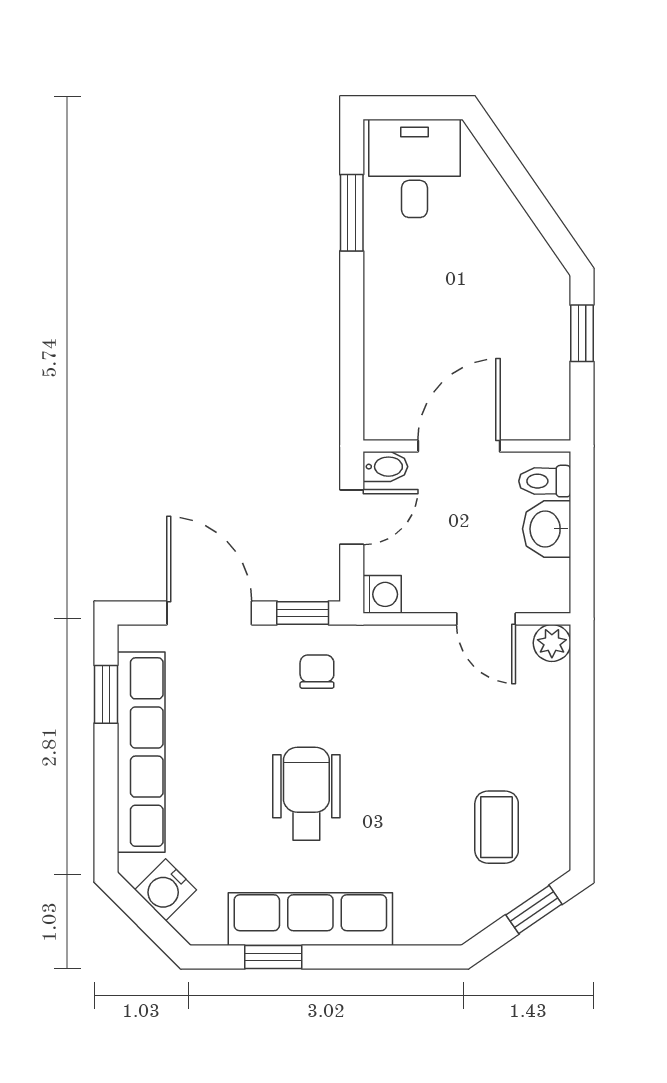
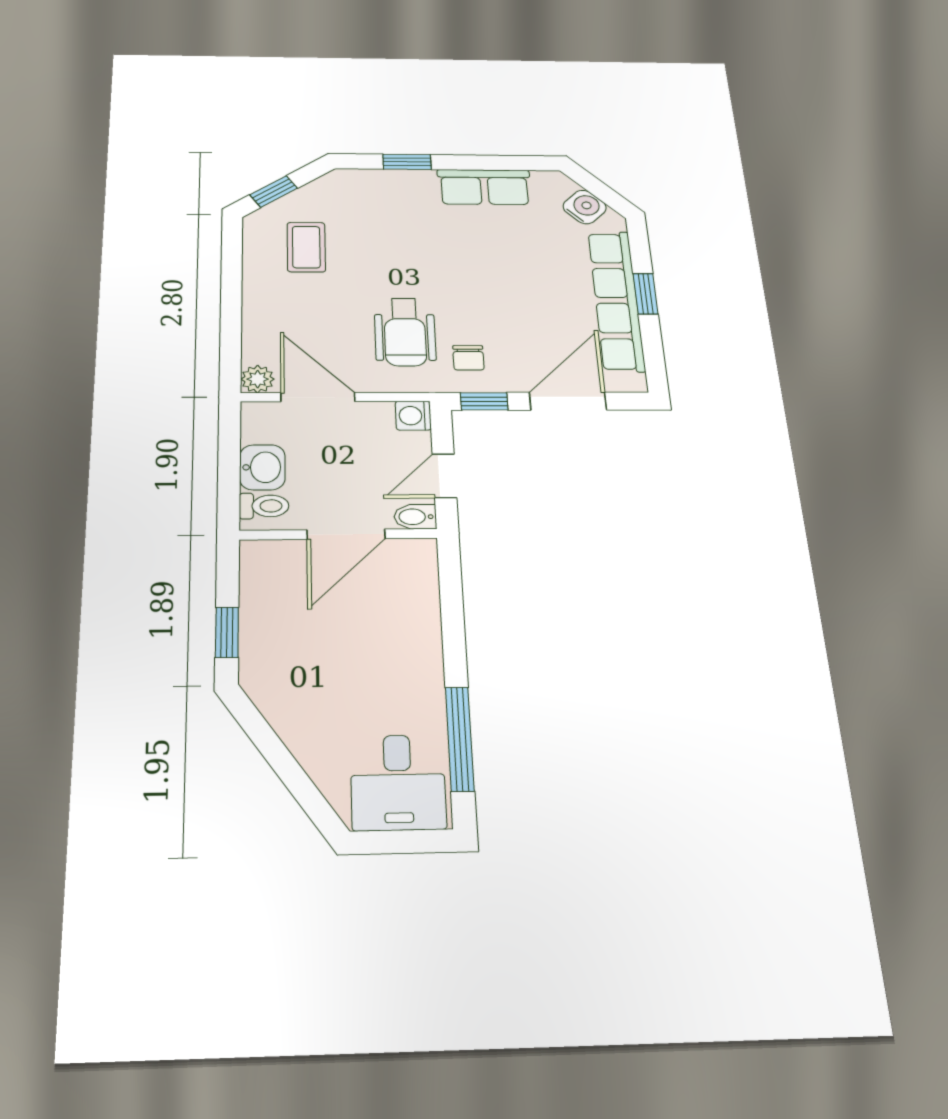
window: (352, 213) -> (460, 739), width x1.44
door: (209, 613) -> (568, 401), swing flipped
door: (486, 619) -> (318, 397), width x1.38
window: (106, 694) -> (646, 294), moved
wheelchair: (306, 794) -> (405, 332), moved
row of seats: (310, 919) -> (484, 187), width x0.68
window: (273, 957) -> (407, 162), moved

